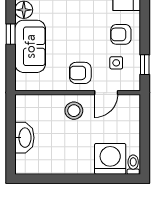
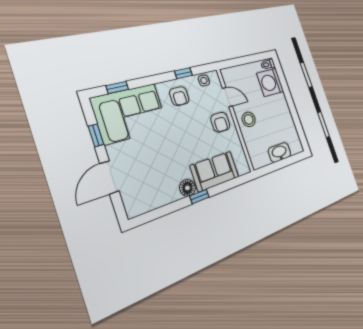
window: (11, 34) -> (199, 197), moved
side table: (116, 63) -> (204, 81), moved
window: (145, 65) -> (184, 73), moved

